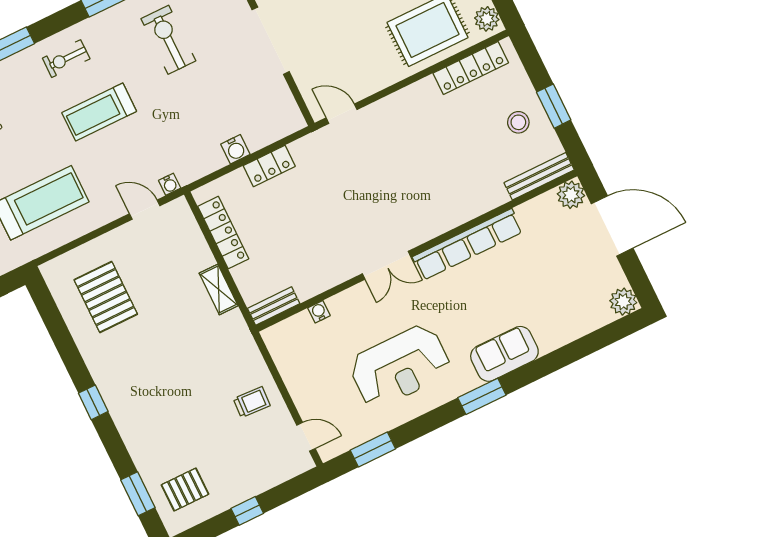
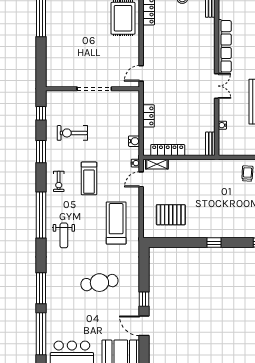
water cooler: (235, 149) -> (134, 141), moved
shelving: (219, 289) -> (157, 164), moved

